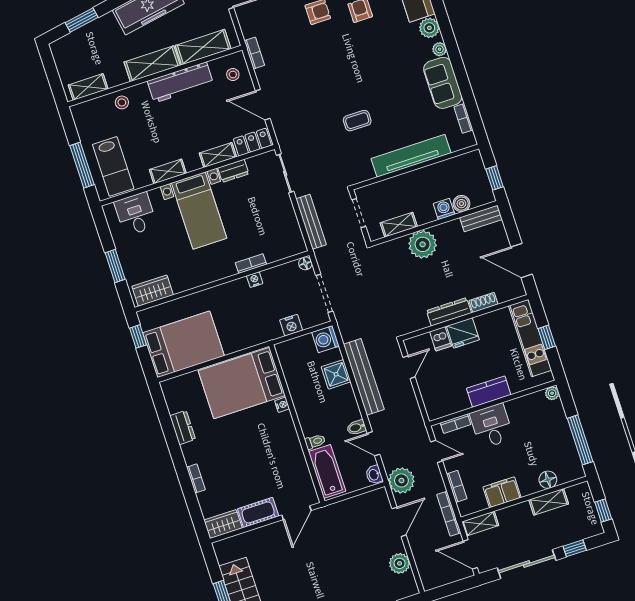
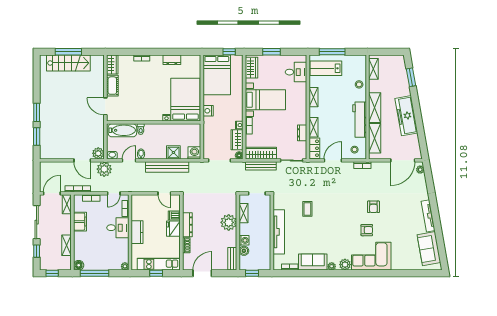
bed with nightstands: (199, 211) -> (265, 100), moved, turned 180
wardrobe: (290, 228) -> (261, 153), added
wardrobe: (280, 275) -> (237, 140), added
nightstand: (291, 325) -> (208, 111), moved
floor lamp: (548, 480) -> (79, 265), moved
plant: (400, 563) -> (98, 153), moved

